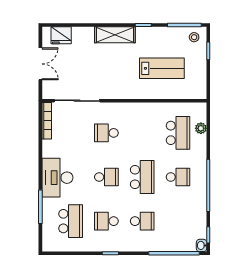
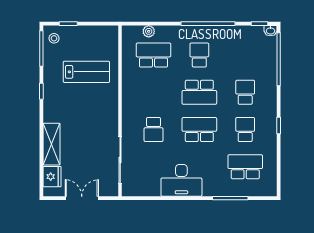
shelving: (115, 35) -> (52, 144), moved
lab bench: (162, 68) -> (86, 72), turned 90
bookcase: (47, 121) -> (141, 191), removed
school desk: (106, 177) -> (199, 130), width x1.85
school desk: (142, 177) -> (199, 92), turned 180
desk: (57, 178) -> (181, 180), moved
school desk: (106, 221) -> (245, 130), turned 180

